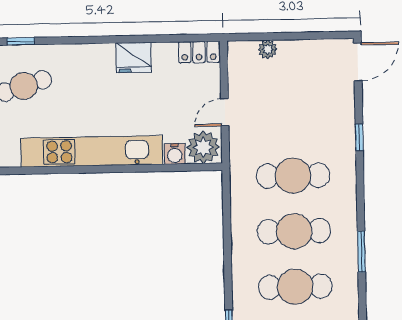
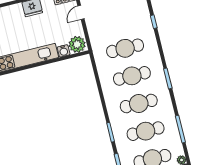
door: (225, 112) -> (81, 12), moved

